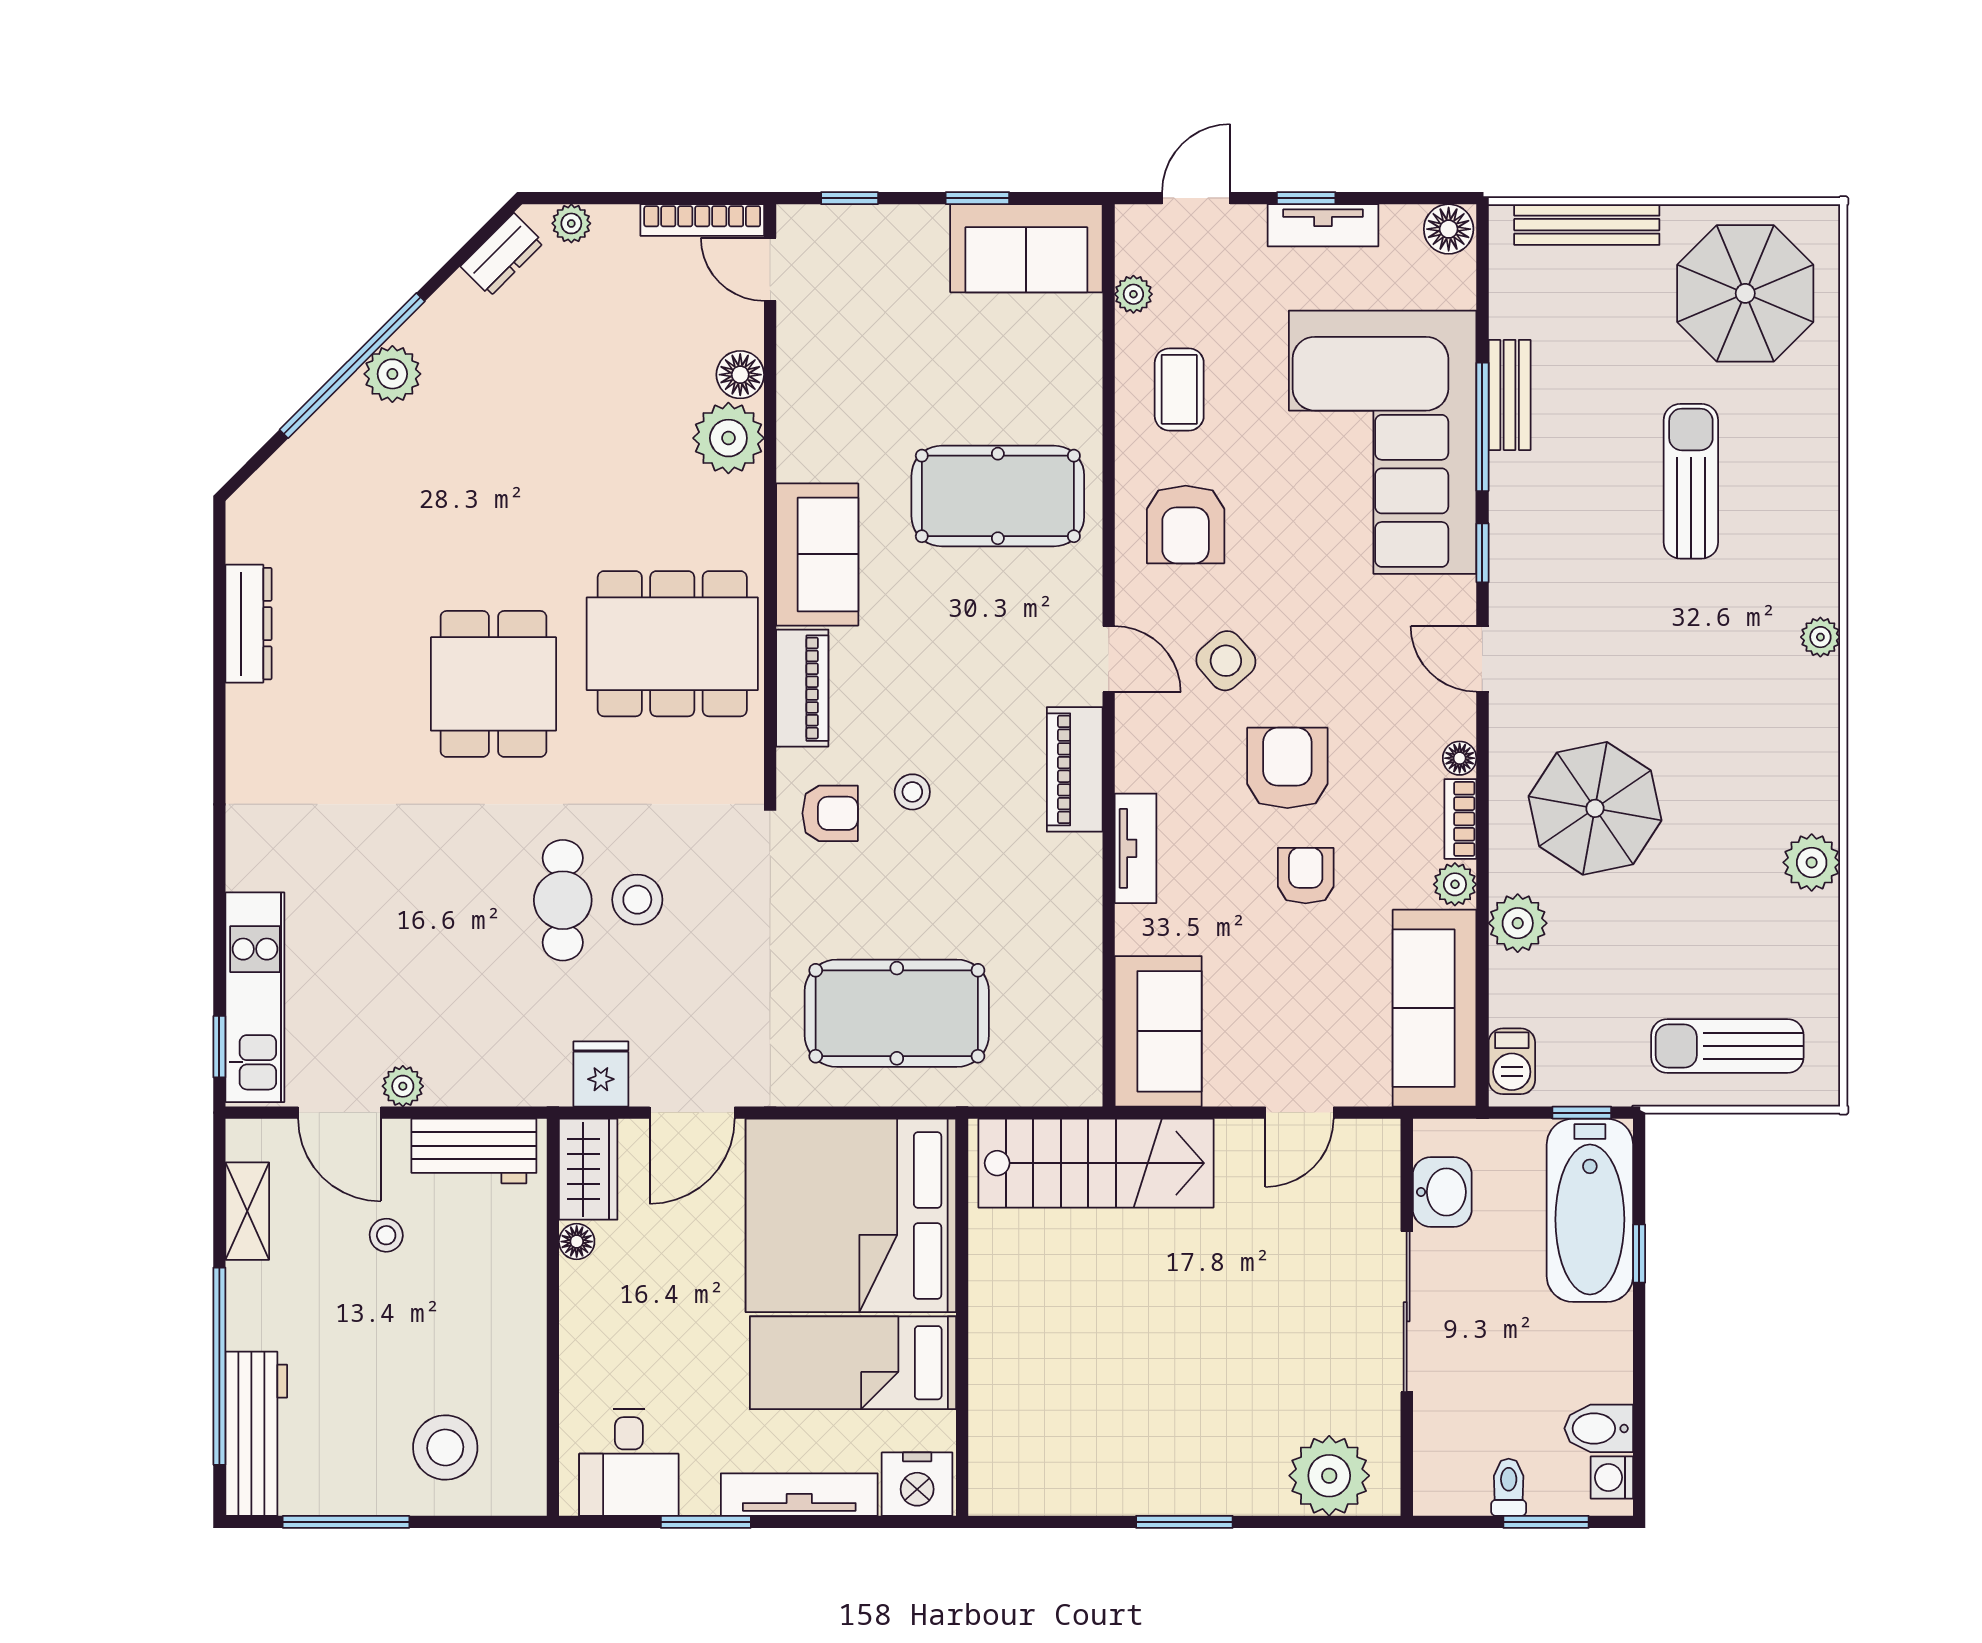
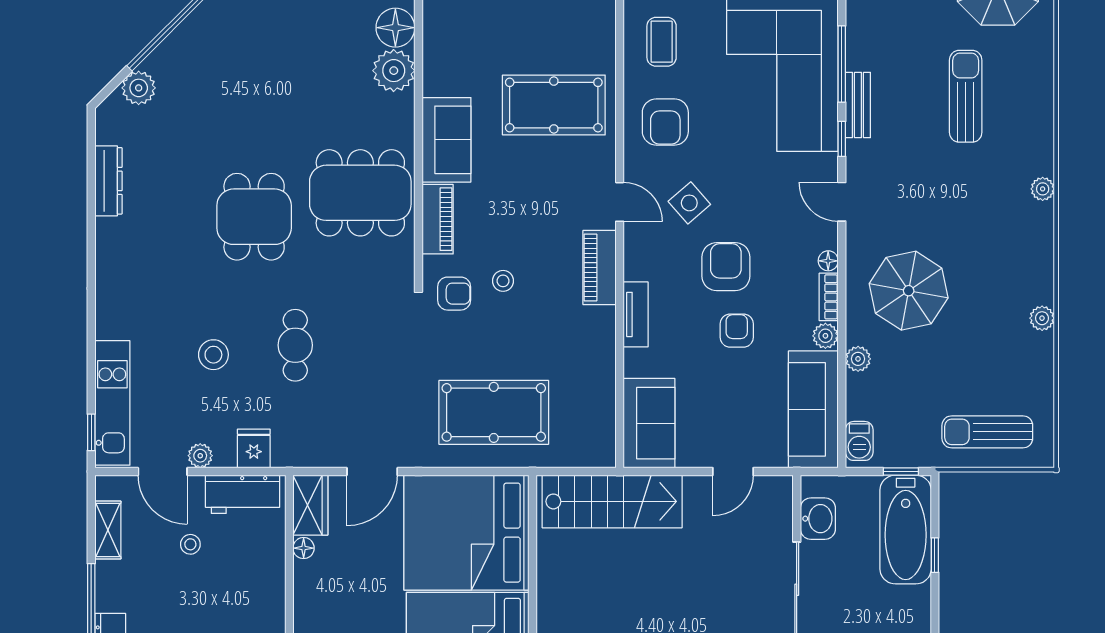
plant: (392, 374) -> (139, 88), moved
floor lamp: (740, 375) -> (395, 28), width x1.38, depth x1.38
bench: (1510, 395) -> (858, 105), moved
plant: (1812, 862) -> (1042, 318), width x0.73, depth x0.73
stool: (637, 900) -> (213, 355), moved
plant: (1518, 923) -> (858, 359), width x0.73, depth x0.73
fridge: (601, 1074) -> (254, 448), moved

